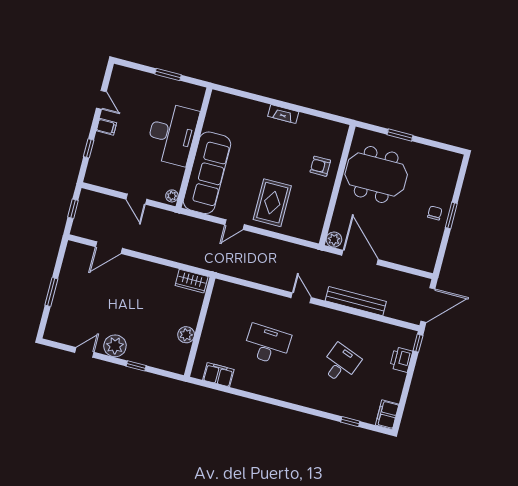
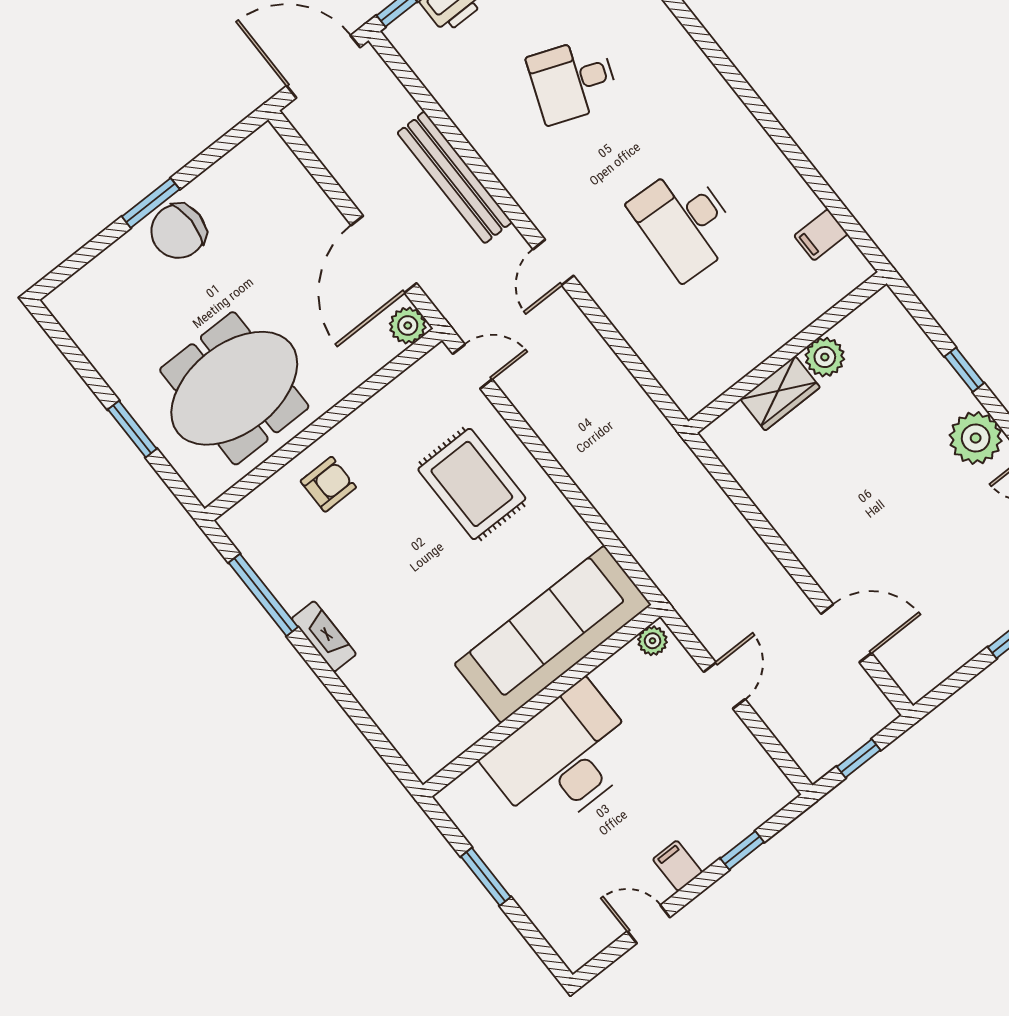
door: (101, 100) -> (649, 924), hinge flipped
window: (314, 113) -> (263, 595), added
armchair: (320, 166) -> (328, 484), turned -90
meeting table: (376, 175) -> (234, 388), turned 90
rug: (272, 203) -> (472, 484), turned 90
chair: (435, 213) -> (178, 231), width x1.87, depth x1.87
door: (234, 225) -> (472, 366), moved
wardrobe: (192, 281) -> (780, 393), moved, turned 90
filing cabinet: (218, 375) -> (821, 235), width x0.50

